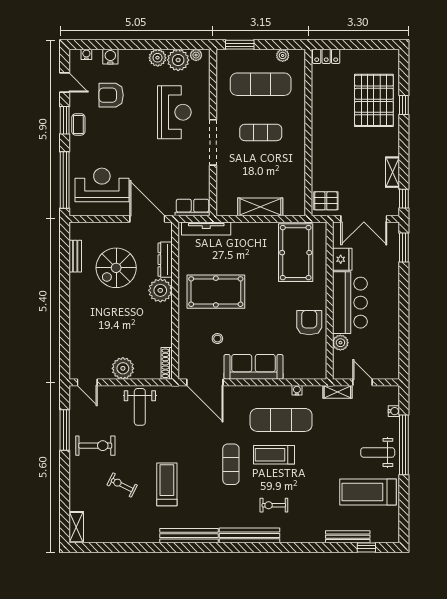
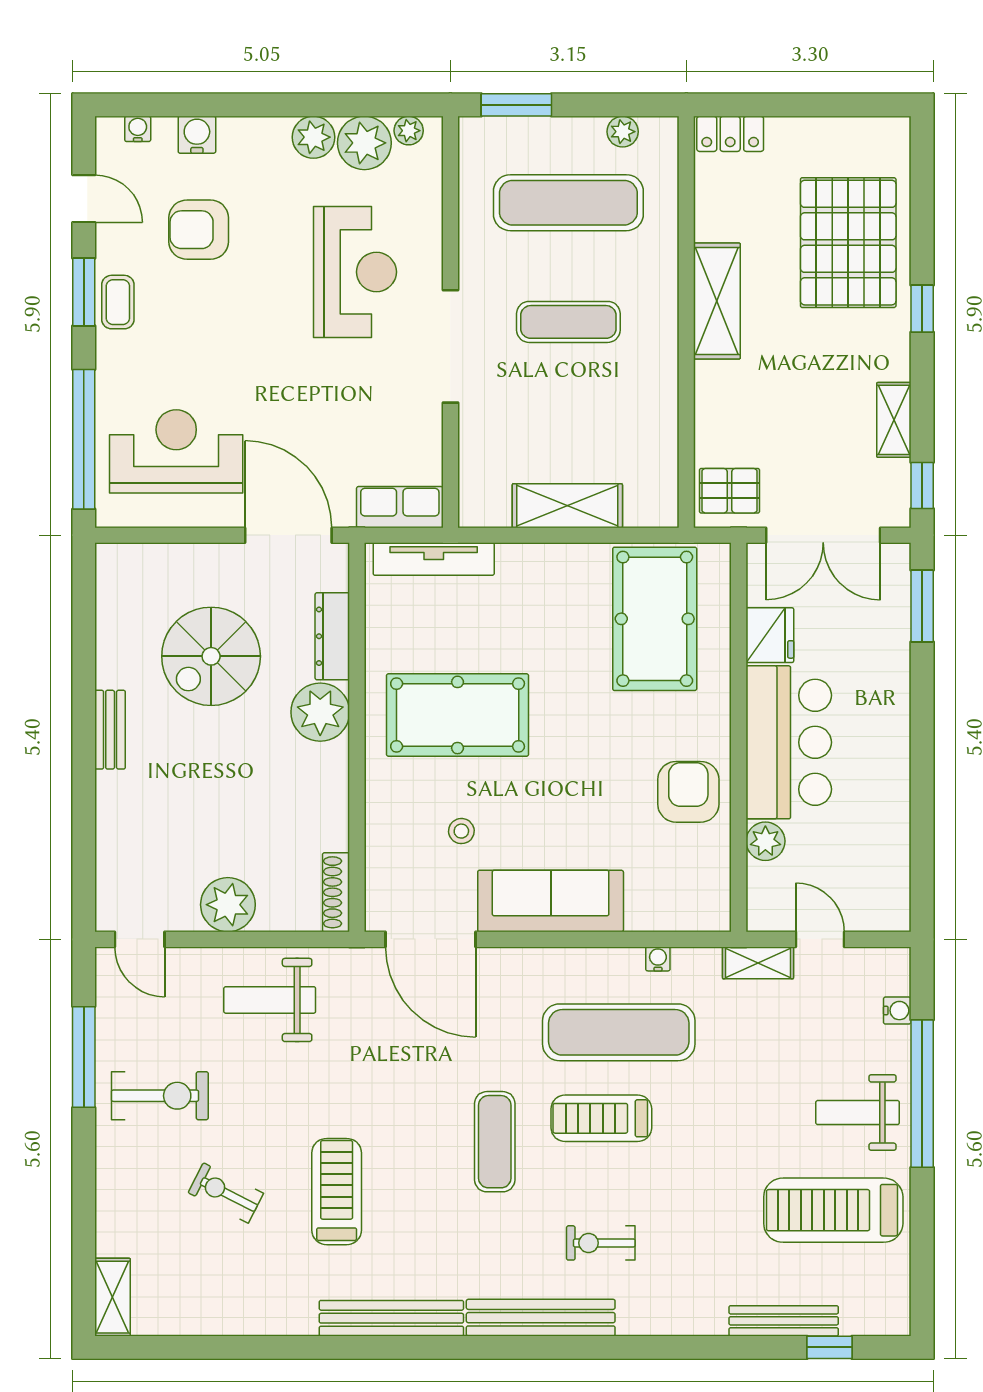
window: (404, 105) -> (922, 309), moved
shelving: (321, 124) -> (717, 301), added
bench: (75, 256) -> (110, 730), moved
weight bench: (140, 407) -> (270, 1000), turned 90

